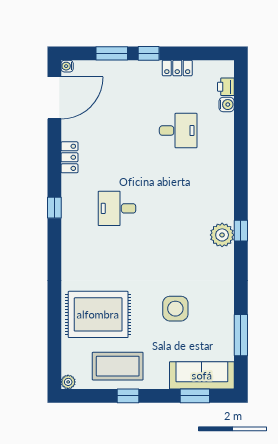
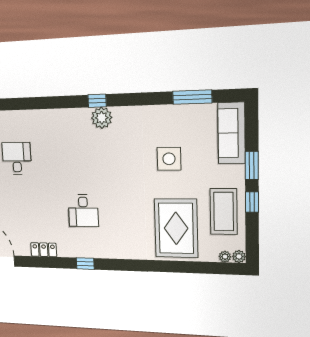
plant: (68, 367) -> (225, 257), added
window: (195, 396) -> (252, 166), moved

